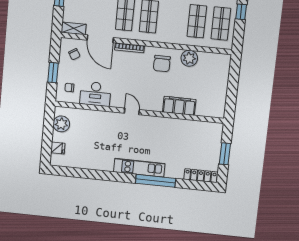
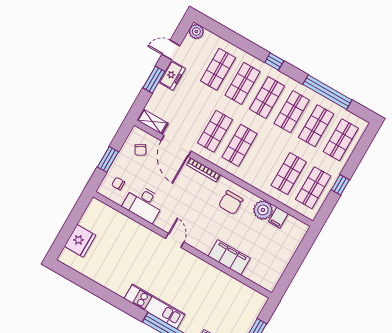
filing cabinet: (204, 59) -> (278, 218), added
plant: (61, 124) -> (91, 220), removed
fridge: (58, 148) -> (80, 241), width x1.88, depth x1.34

